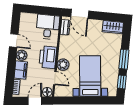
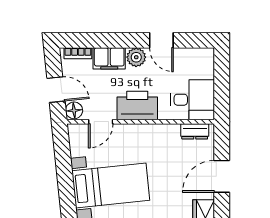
door: (80, 14) -> (222, 176), moved
door: (14, 41) -> (161, 40), hinge flipped
plant: (63, 65) -> (127, 134), removed

